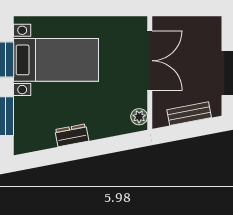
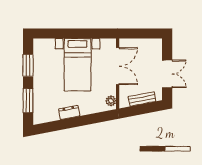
bed with nightstands: (56, 60) -> (77, 65), moved, turned 90

